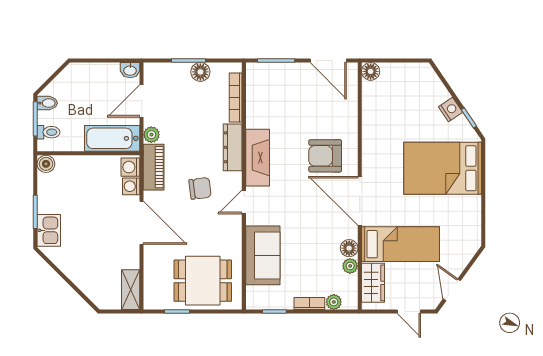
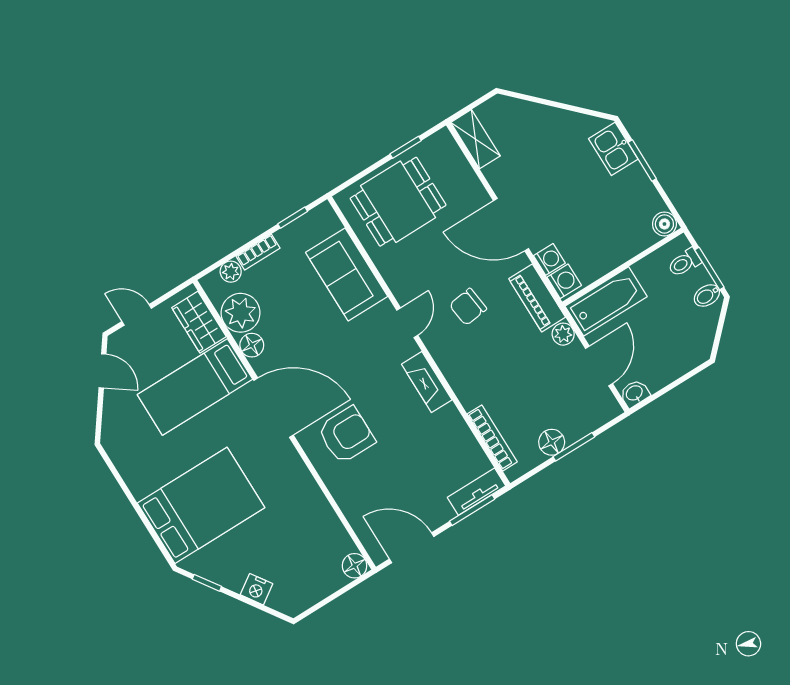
tv unit: (266, 70) -> (476, 492), added
nightstand: (451, 109) -> (257, 589), moved
dresser: (233, 147) -> (460, 378), removed
fireplace: (258, 158) -> (427, 382), width x0.73, depth x0.76
plant: (350, 266) -> (241, 313), width x1.87, depth x1.87

